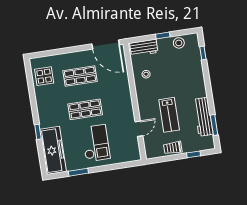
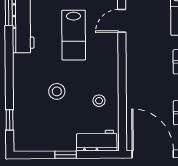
stool: (179, 43) -> (57, 91), moved
lab bench: (169, 115) -> (74, 35), turned 180

